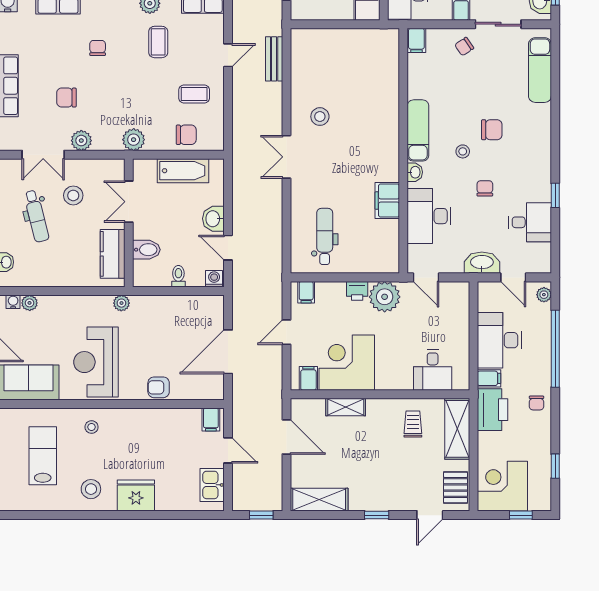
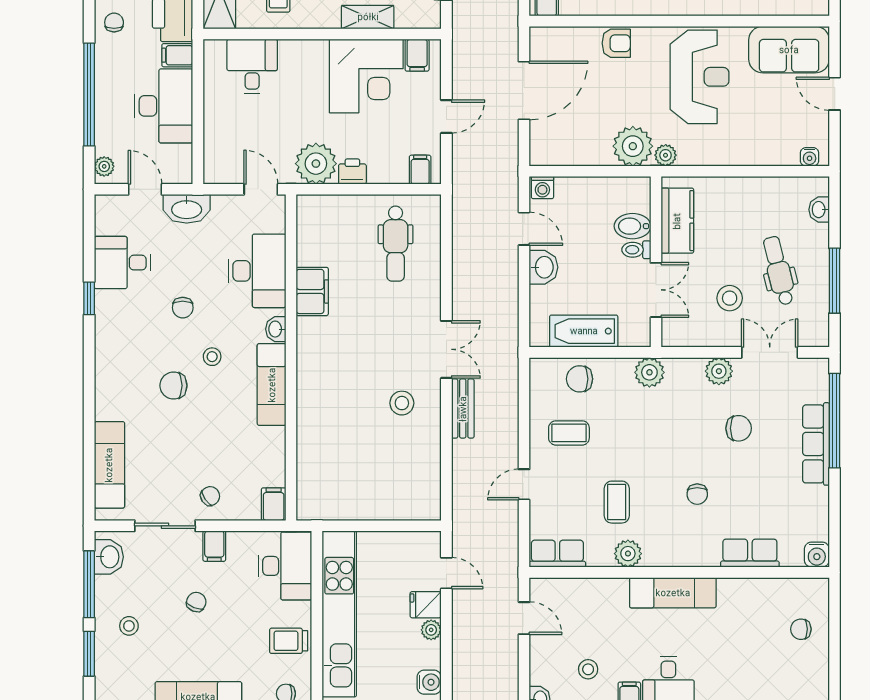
bench: (274, 59) -> (463, 409), moved
toilet: (178, 276) -> (636, 250), moved, turned 90
plant: (30, 303) -> (633, 146), moved, width x1.87, depth x1.87

